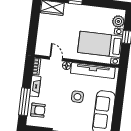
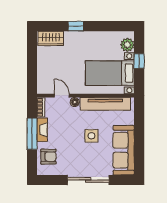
window: (24, 102) -> (32, 134), moved

